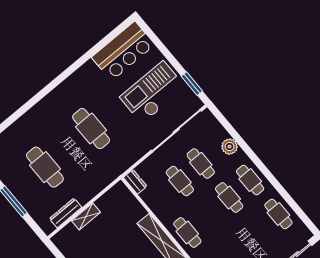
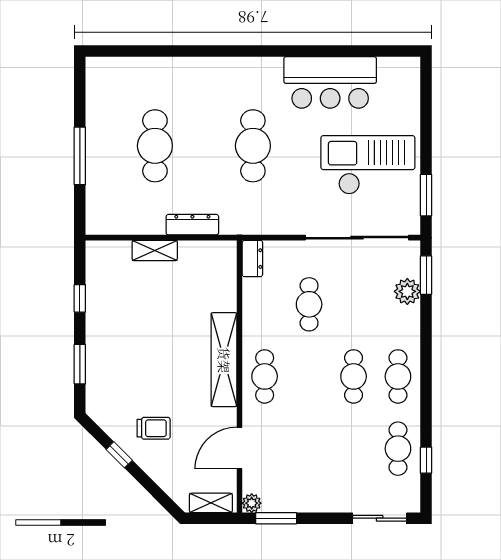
bar counter: (123, 51) -> (330, 82), moved
window: (223, 121) -> (426, 275), added
plant: (230, 147) -> (407, 291), moved
cafe table: (201, 164) -> (354, 304), removed
window: (296, 208) -> (426, 460), added
dresser: (66, 213) -> (192, 225), moved

